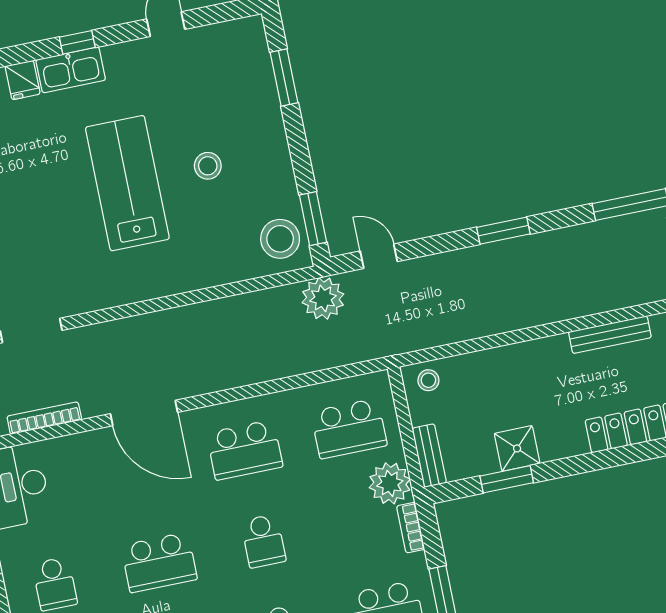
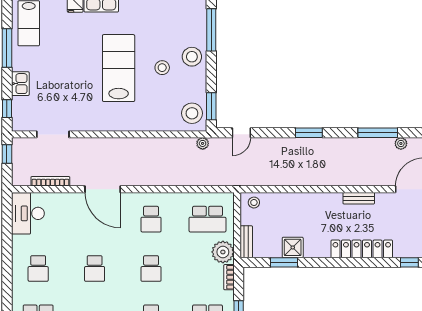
window: (284, 77) -> (211, 30), width x1.44
stool: (258, 134) -> (192, 57), added
door: (379, 256) -> (241, 133), swing flipped
plant: (323, 298) -> (203, 143), width x0.53, depth x0.53
bench: (610, 335) -> (359, 198), width x0.73
school desk: (245, 450) -> (151, 219), width x0.54
school desk: (159, 562) -> (95, 268), width x0.54

